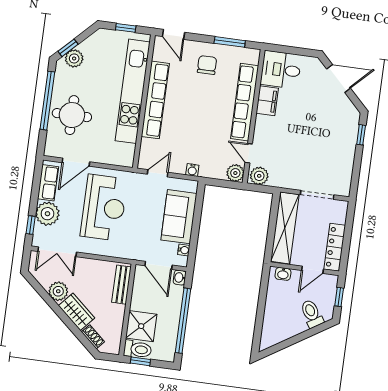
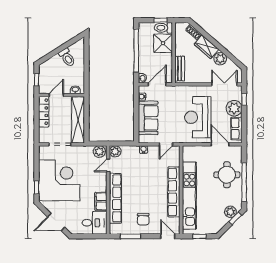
corner desk: (326, 141) -> (59, 180), added
door: (249, 153) -> (108, 165), swing flipped
door: (76, 162) -> (220, 144), hinge flipped
door: (158, 265) -> (157, 84), hinge flipped
toilet: (312, 314) -> (67, 57), moved

